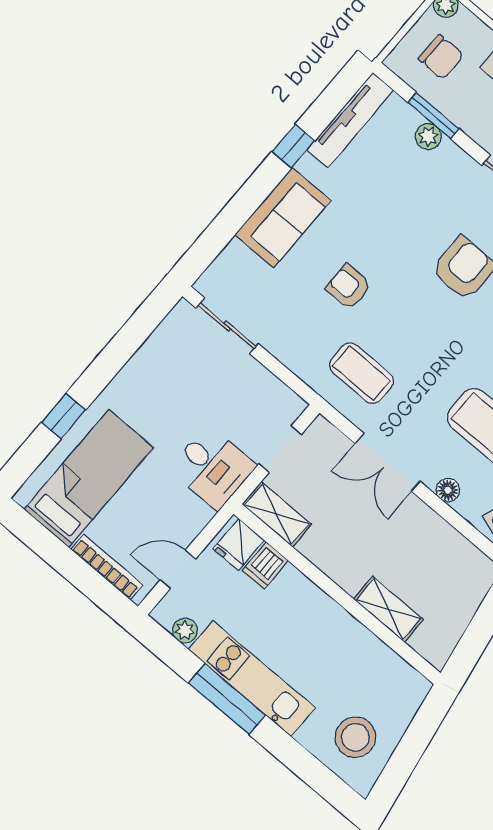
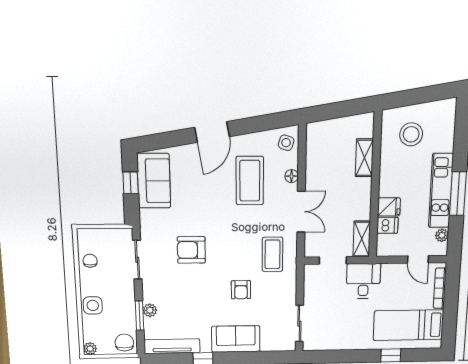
chair: (441, 57) -> (124, 343), moved
fridge: (239, 544) -> (389, 207), moved
stool: (355, 737) -> (411, 134), moved

